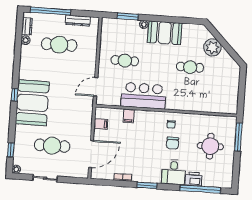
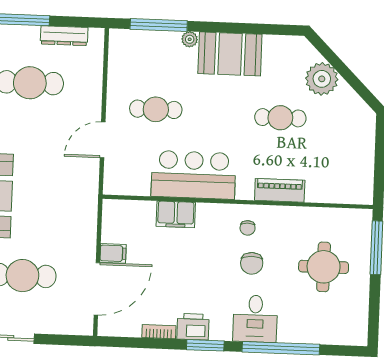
window: (128, 16) -> (159, 25), width x1.44
door: (96, 87) -> (103, 140), moved
piano: (189, 105) -> (280, 190), added
filing cabinet: (129, 116) -> (176, 214), width x2.00
filing cabinet: (101, 124) -> (113, 253), moved
printer: (194, 179) -> (193, 327), moved
window: (200, 189) -> (281, 348), moved

